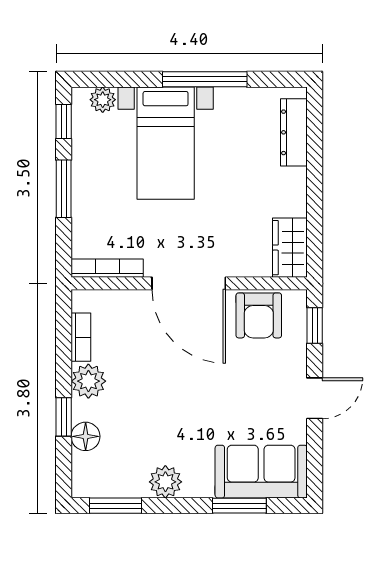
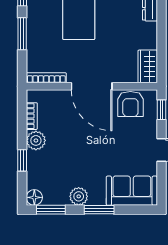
floor lamp: (86, 436) -> (34, 197), moved
window: (239, 506) -> (99, 210), moved

